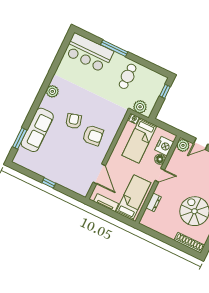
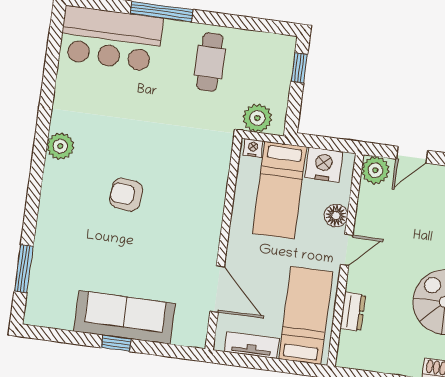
armchair: (74, 121) -> (126, 195), turned -69
sofa: (37, 130) -> (125, 317), moved, turned -90
armchair: (93, 135) -> (177, 212), removed
nightstand: (164, 146) -> (324, 165), moved, turned -90

